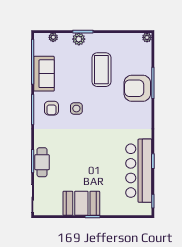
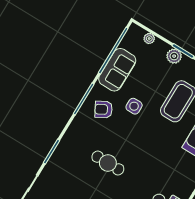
armchair: (51, 108) -> (104, 109), turned 61
side table: (76, 109) -> (134, 106), moved
cafe table: (42, 162) -> (108, 163), moved, turned 90

